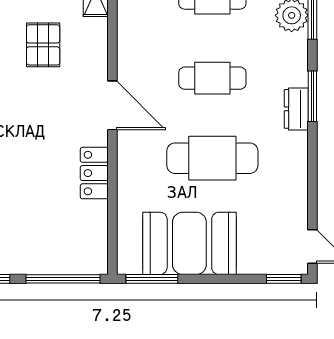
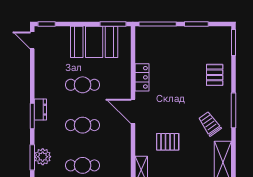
pallet: (43, 45) -> (168, 142), turned 90
cafe table: (212, 158) -> (83, 85), width x0.73, depth x0.74

